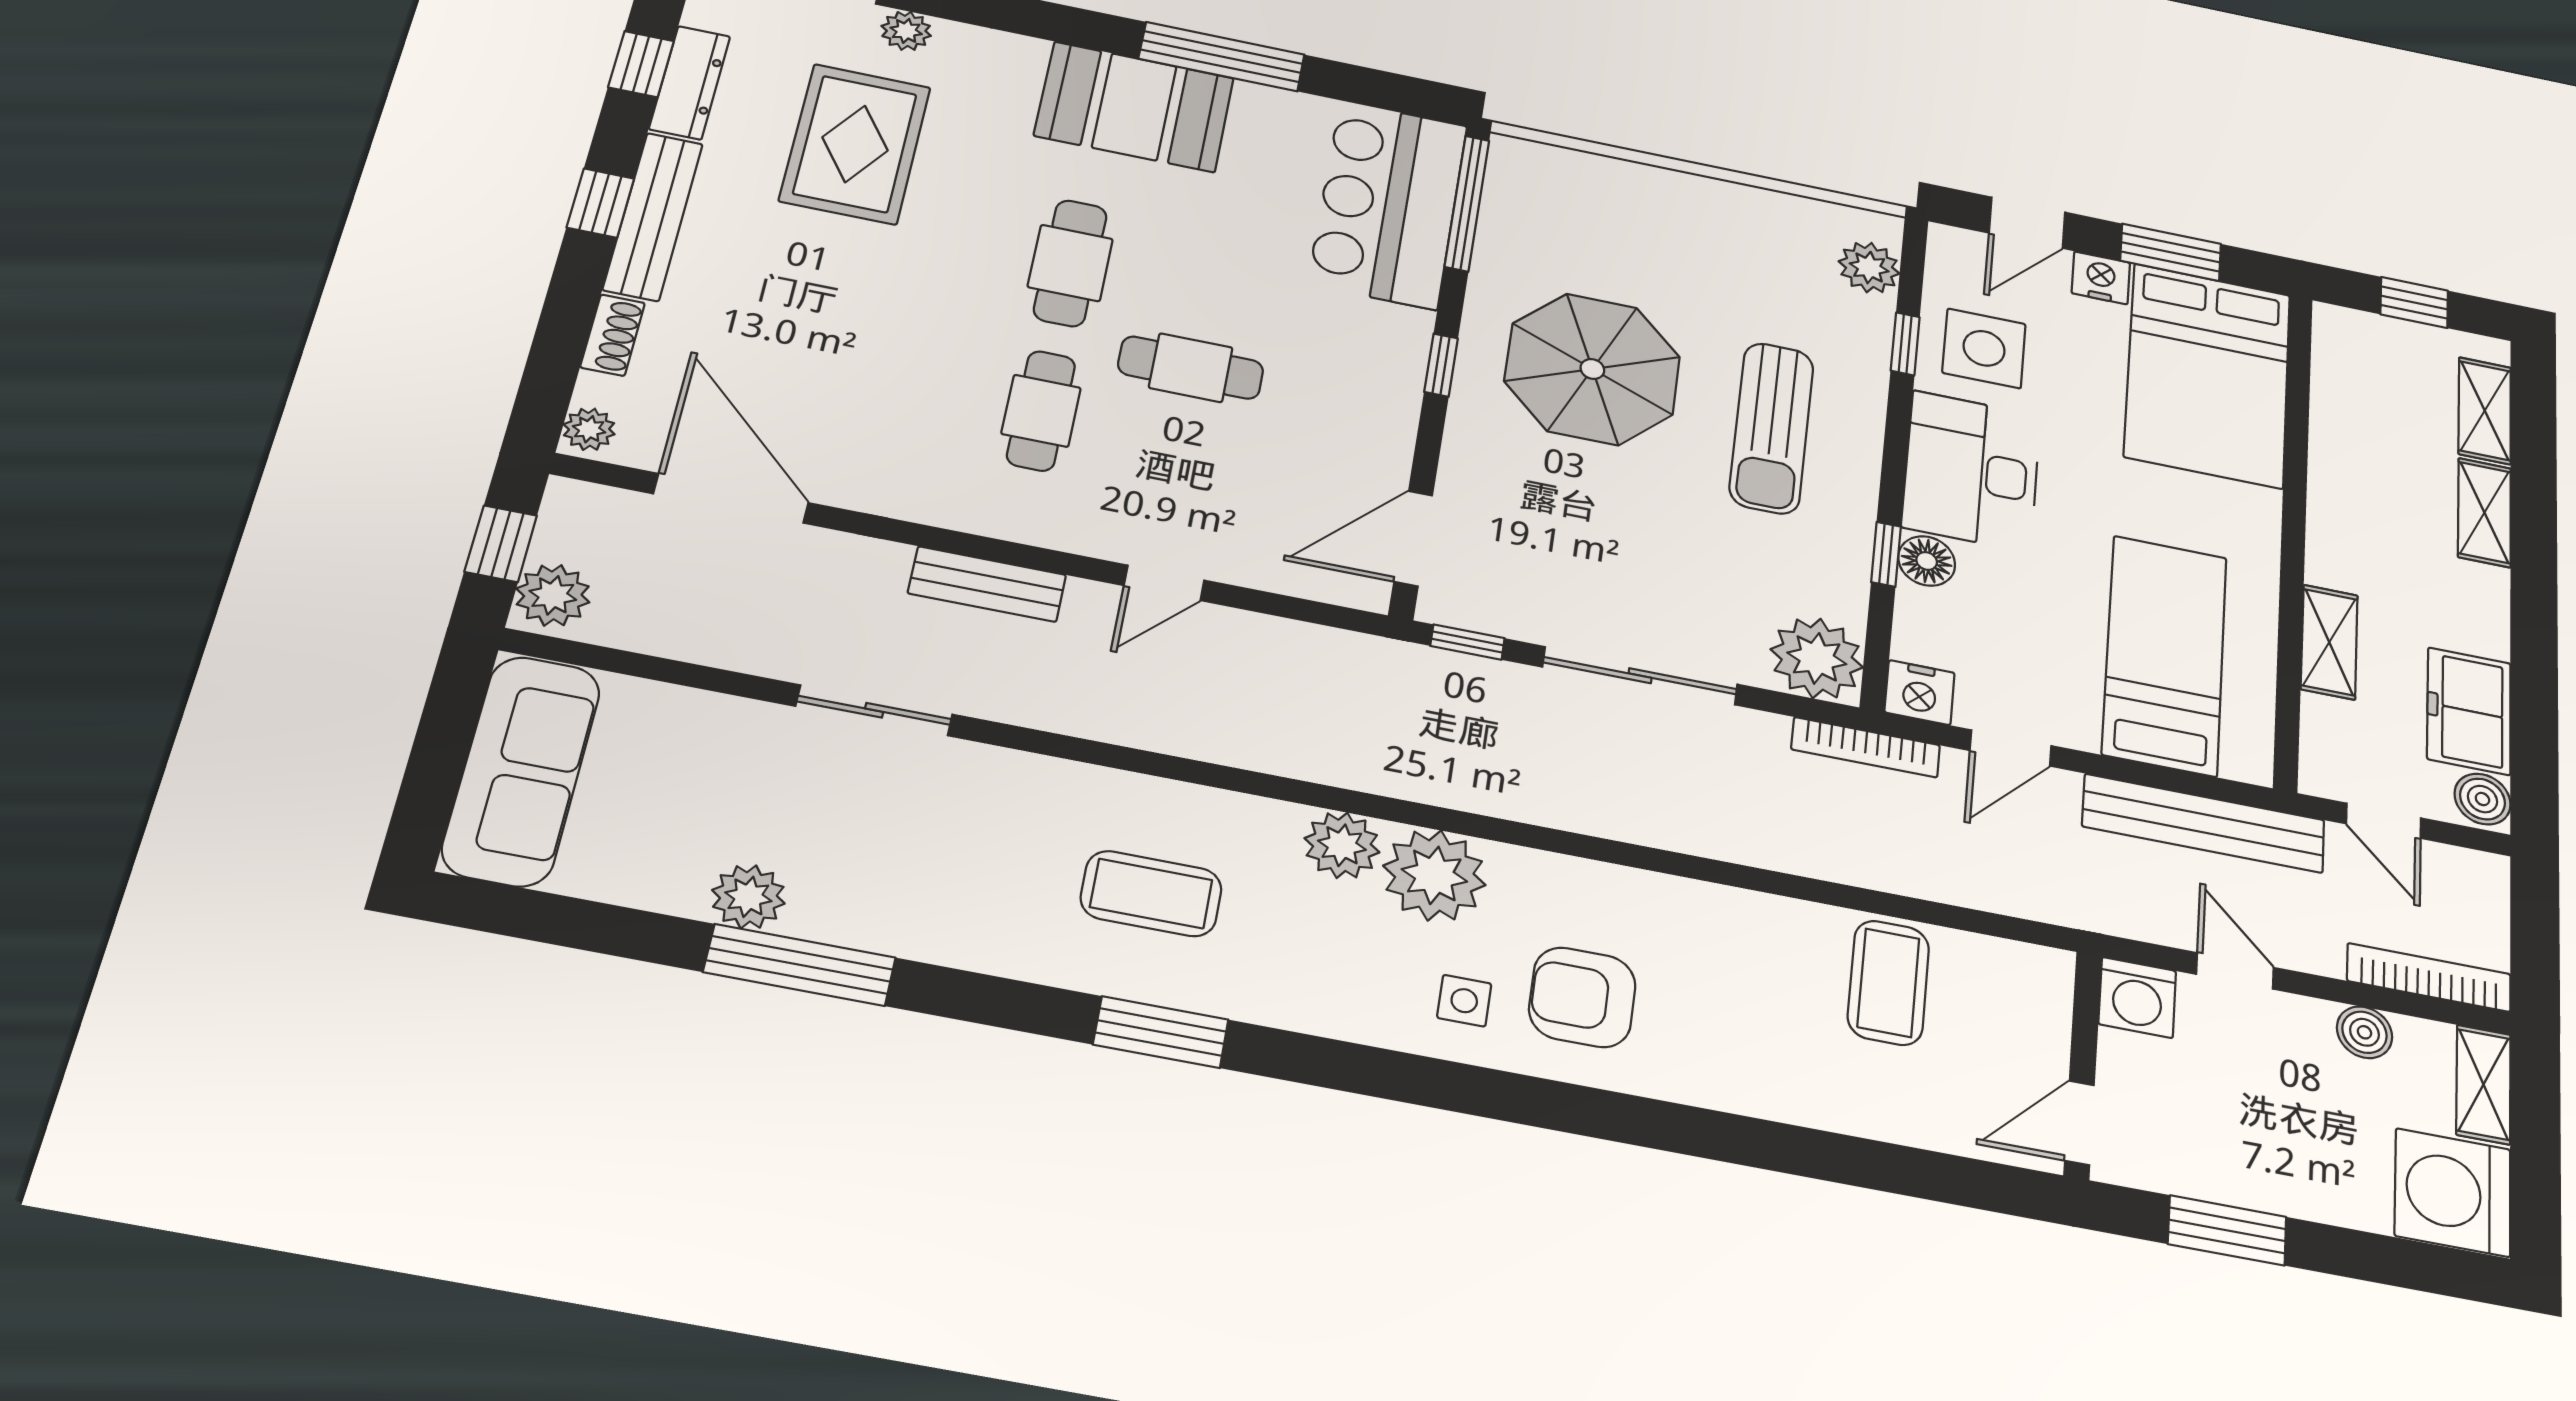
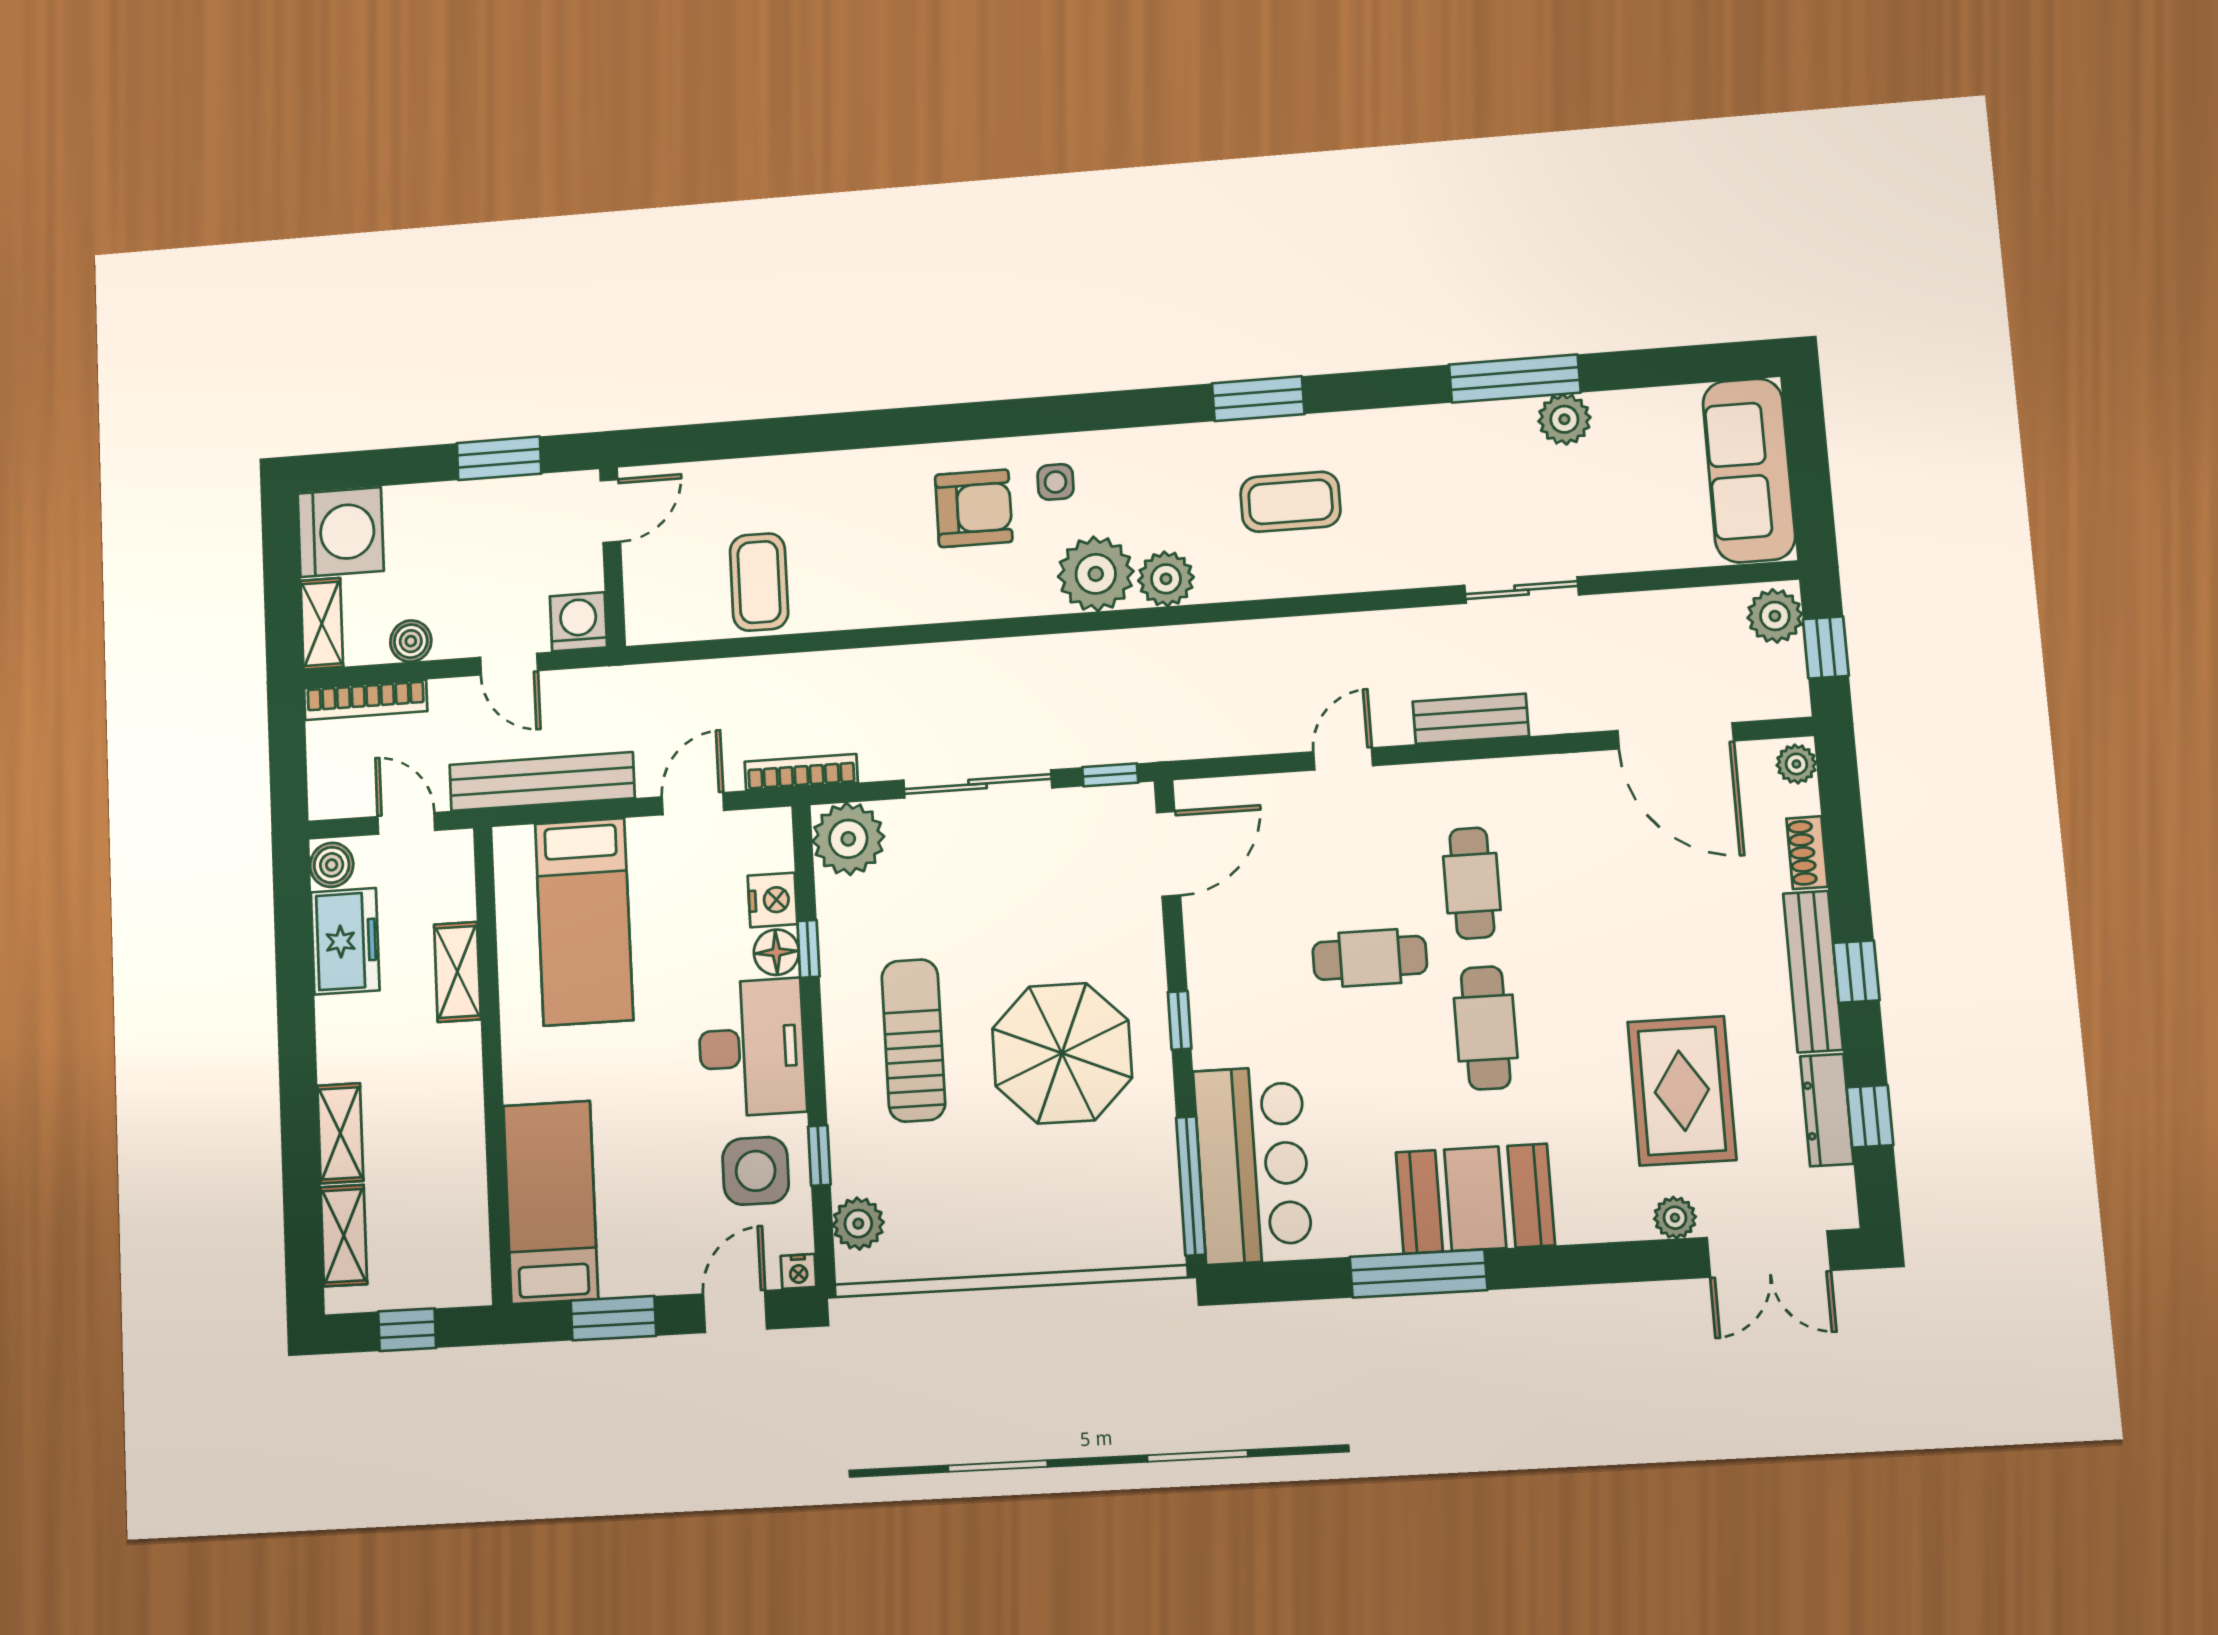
nightstand: (2101, 278) -> (799, 1271), moved, width x0.72, depth x0.74
bed: (2208, 375) -> (551, 1202), width x0.67
nightstand: (1920, 693) -> (773, 900), moved, turned 90

